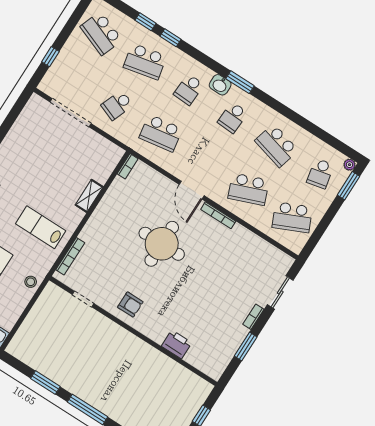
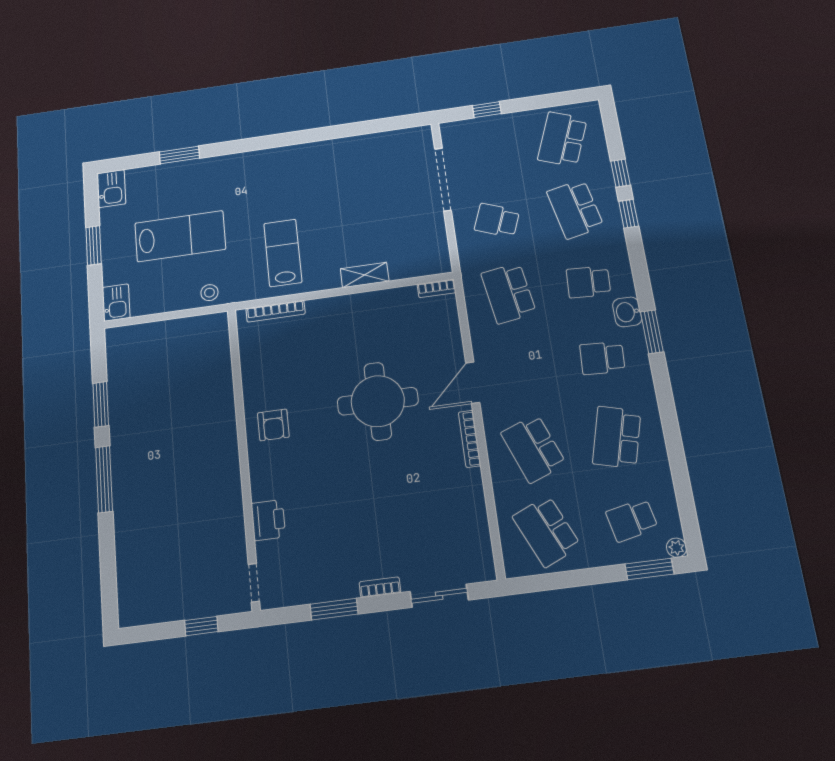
doorway: (83, 299) -> (254, 583), moved

